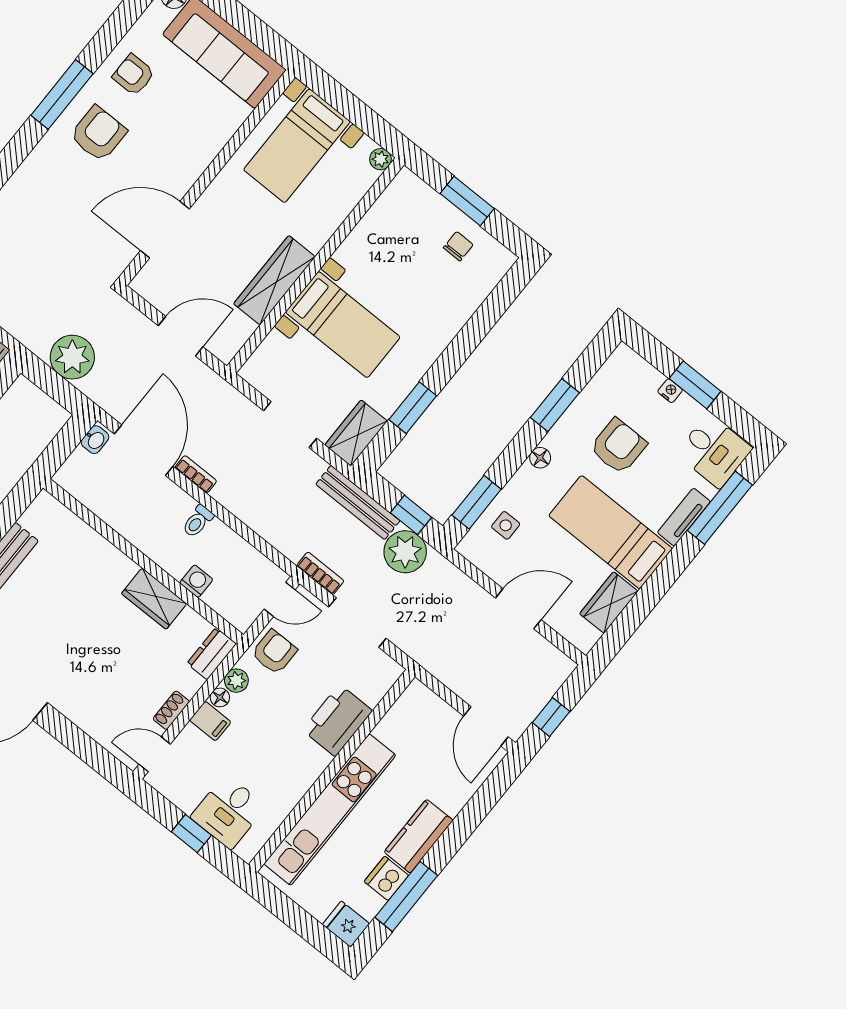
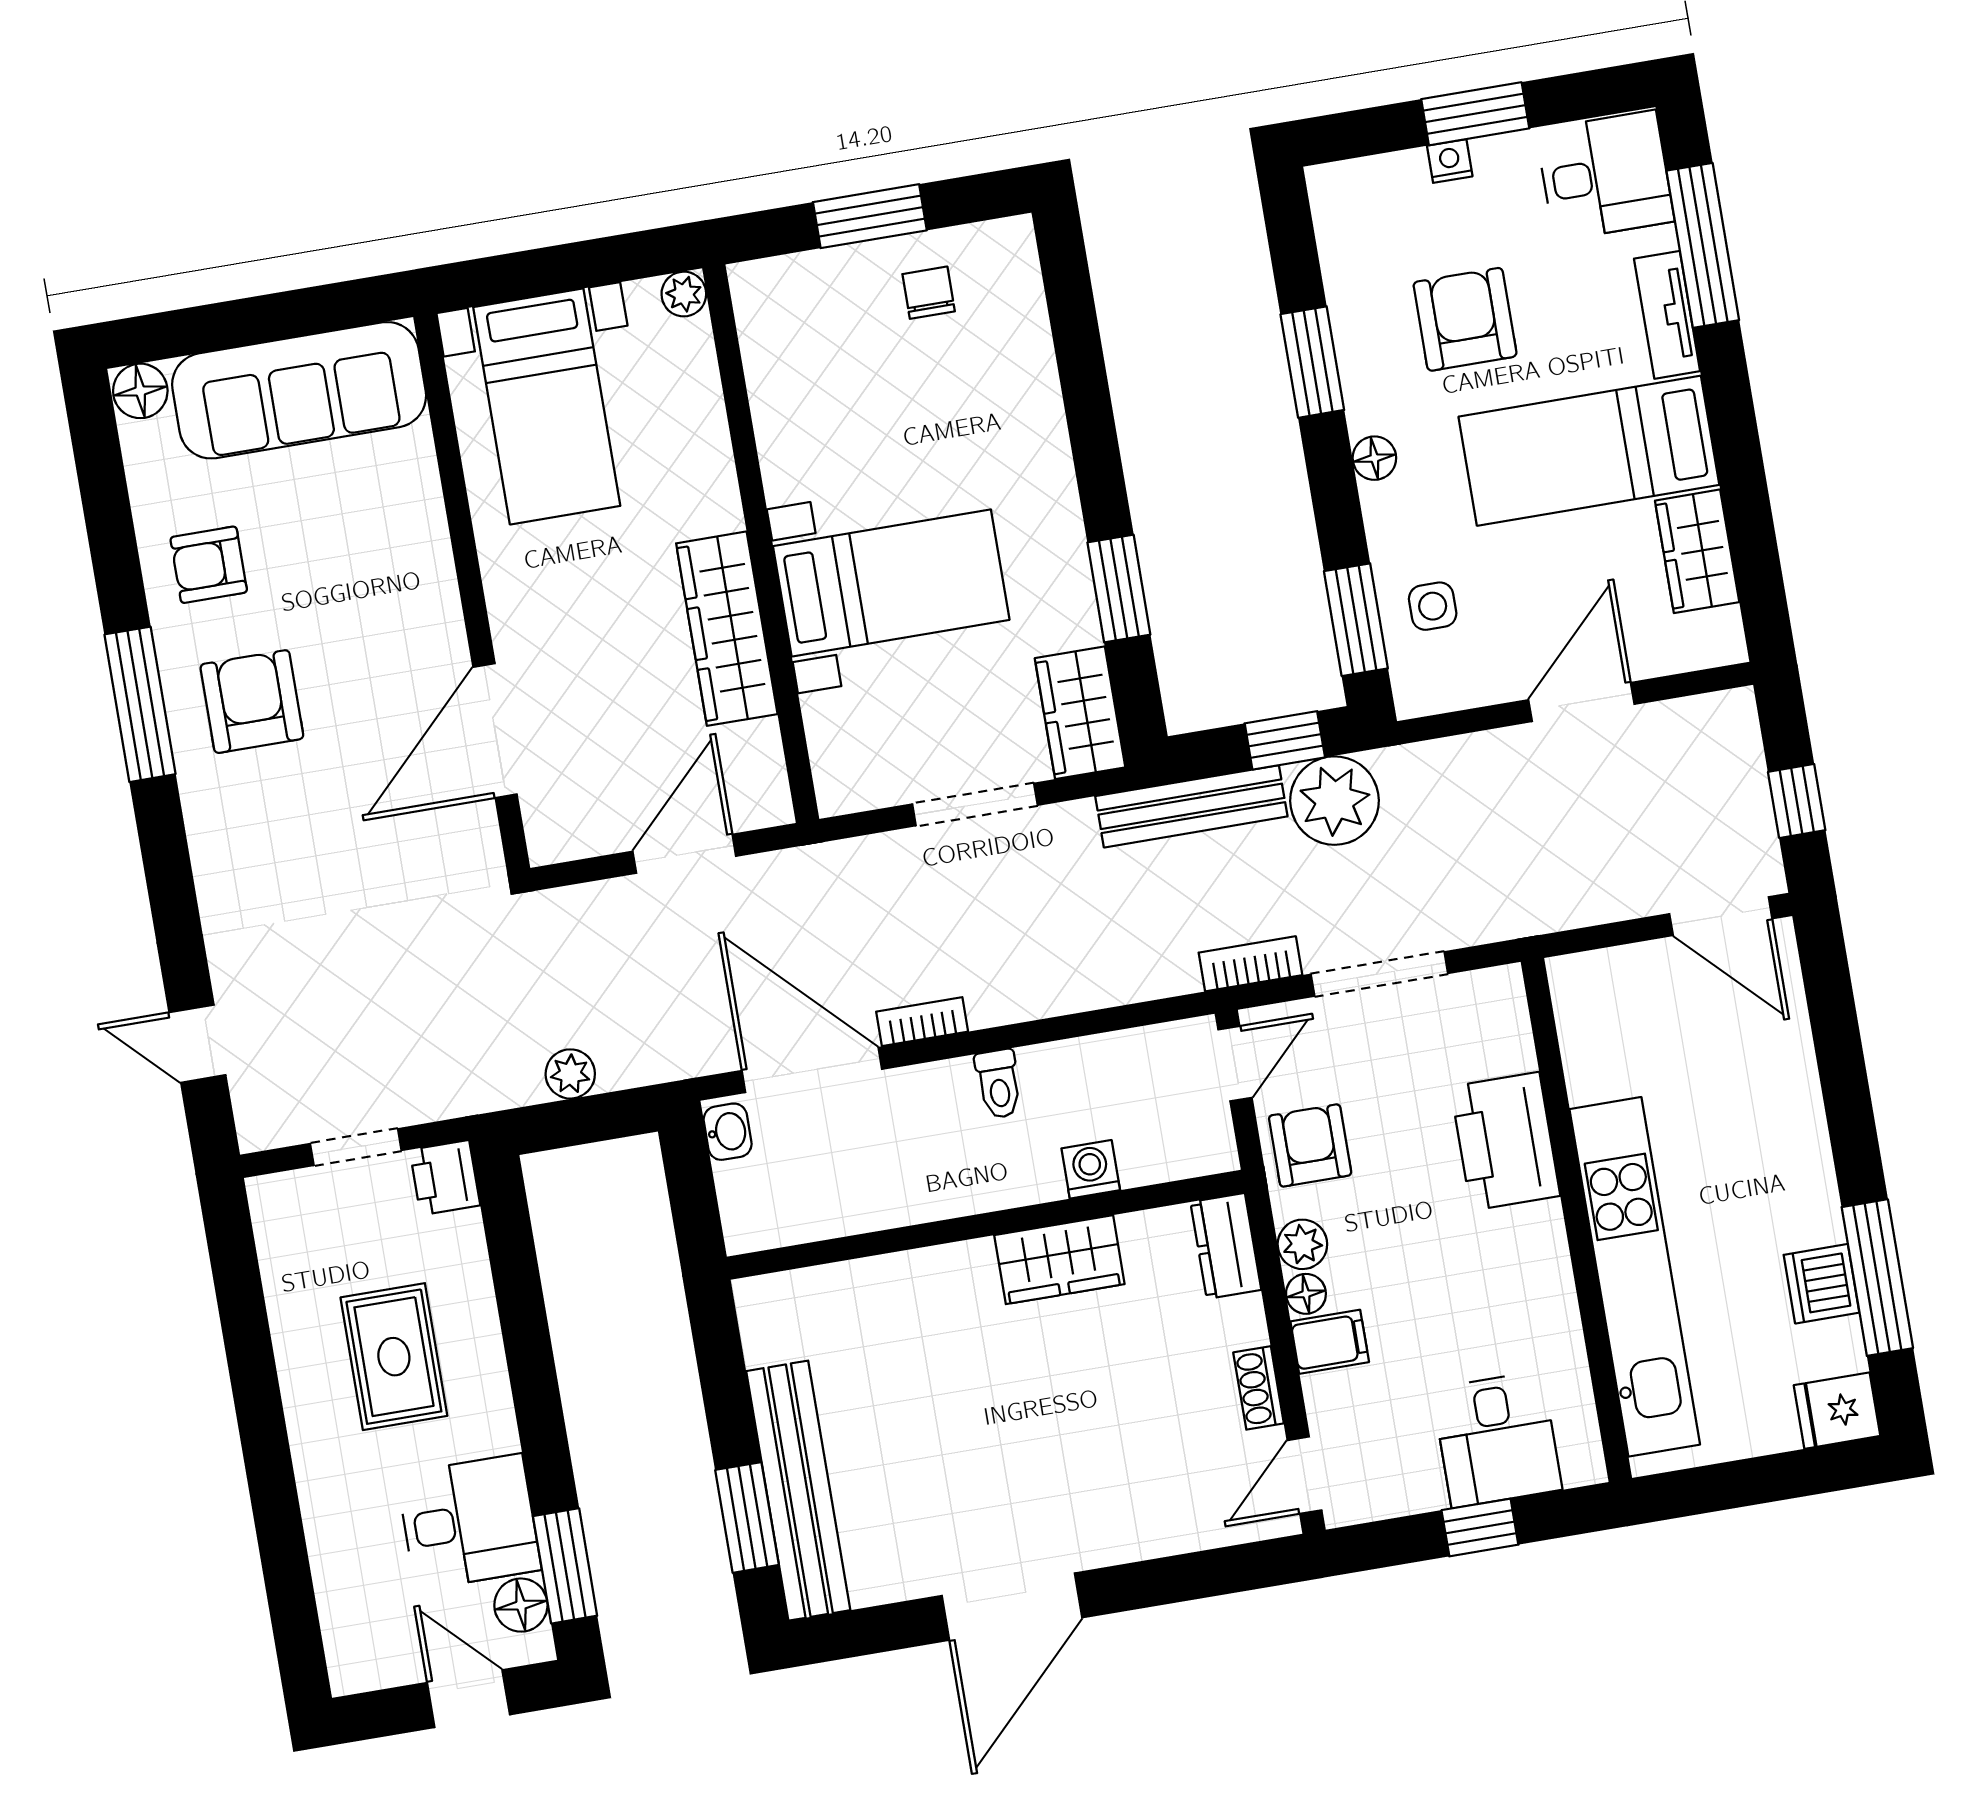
plant: (72, 357) -> (570, 1074), width x0.53, depth x0.53
kitchen counter: (419, 836) -> (1800, 1174), removed

